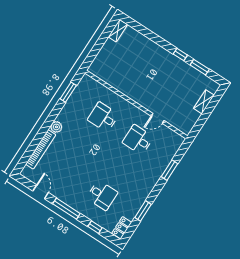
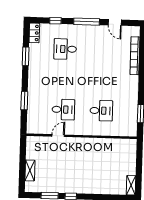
plant: (56, 127) -> (133, 81), removed

